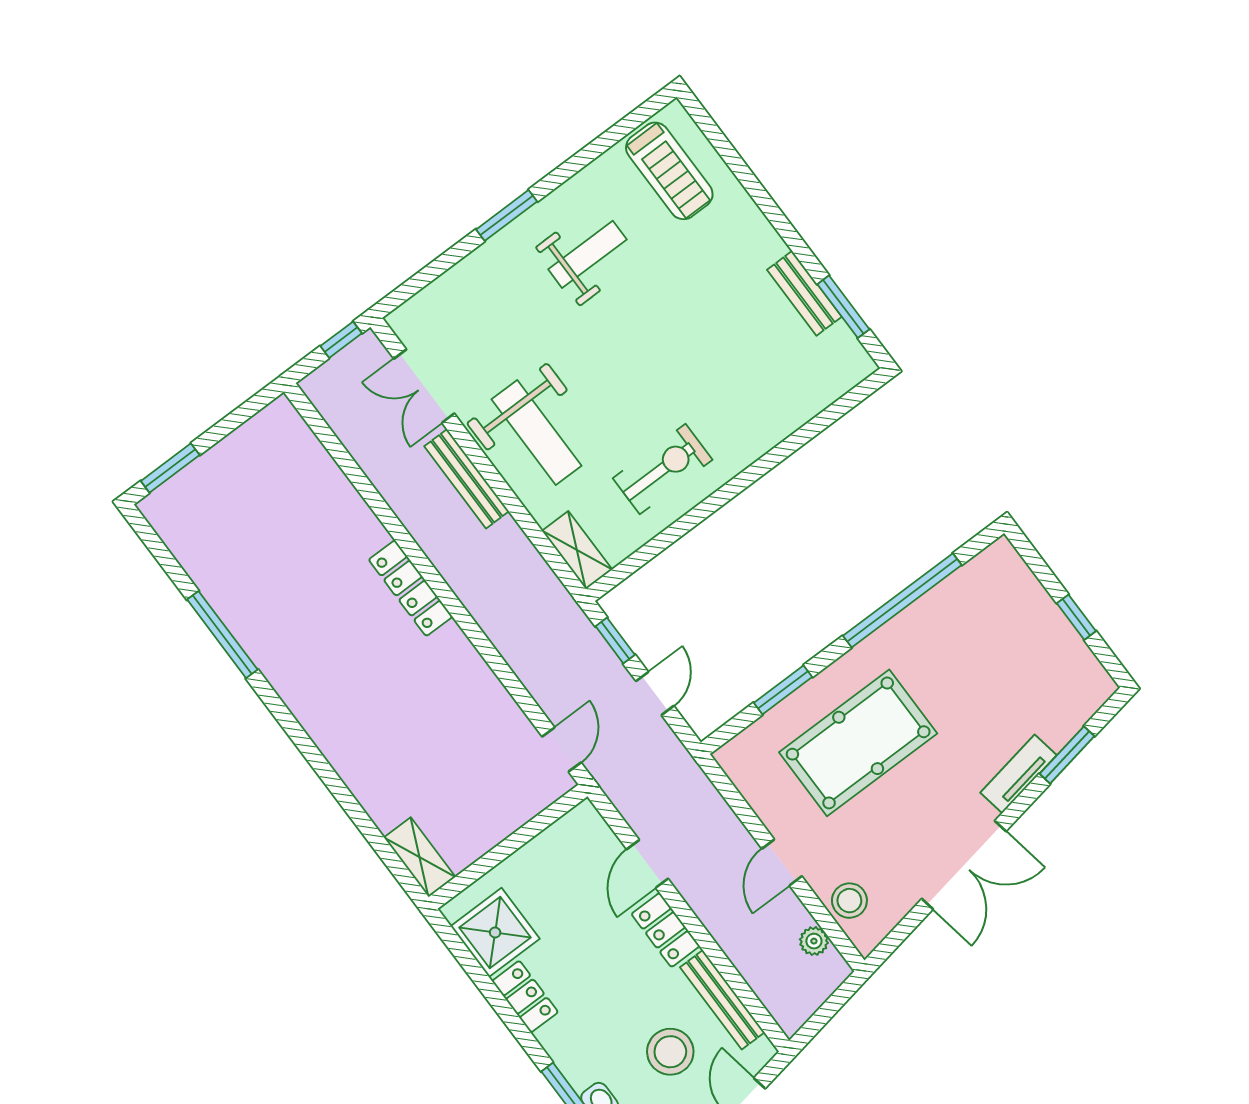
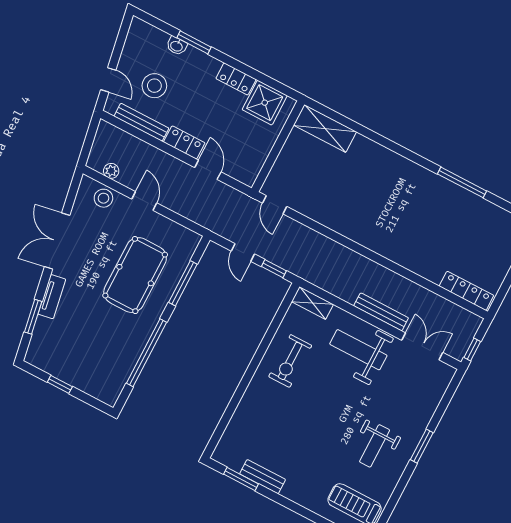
locker: (411, 588) -> (466, 291), moved
window: (783, 690) -> (183, 283), width x1.44
shelving: (420, 857) -> (325, 128), width x1.50, depth x1.33

